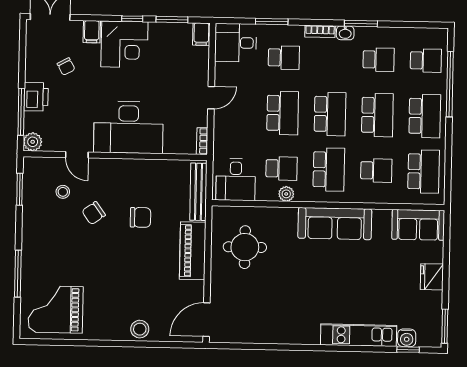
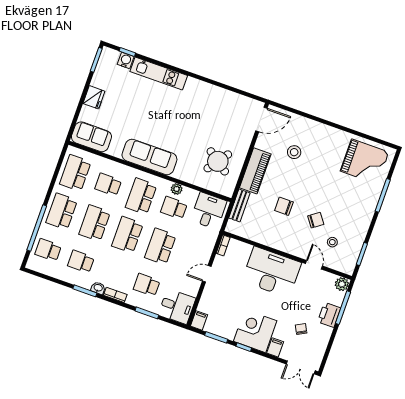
bench: (198, 192) -> (239, 205), width x0.73
round table: (245, 247) -> (218, 161), turned 36
stool: (140, 329) -> (294, 152), moved

